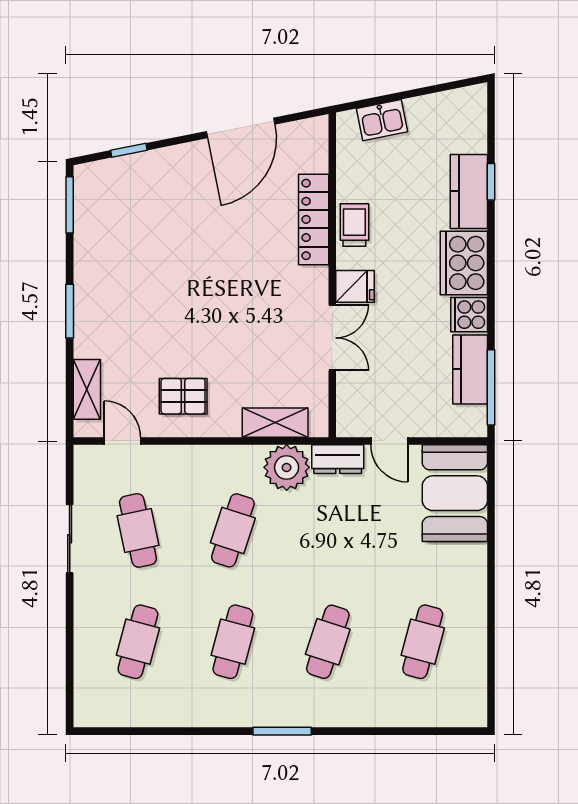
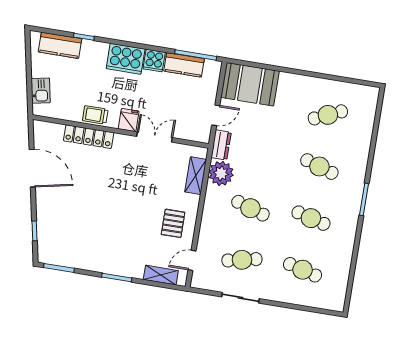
kitchen counter: (469, 191) -> (60, 45), moved
cafe table: (423, 642) -> (328, 115), turned -39

